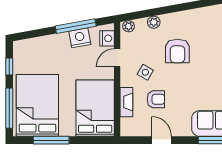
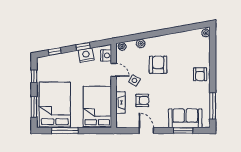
window: (76, 26) -> (83, 46), width x0.46
window: (37, 33) -> (55, 52), added
armchair: (177, 51) -> (158, 65), turned 180
door: (117, 58) -> (114, 70), swing flipped
window: (9, 108) -> (34, 107), width x0.69

